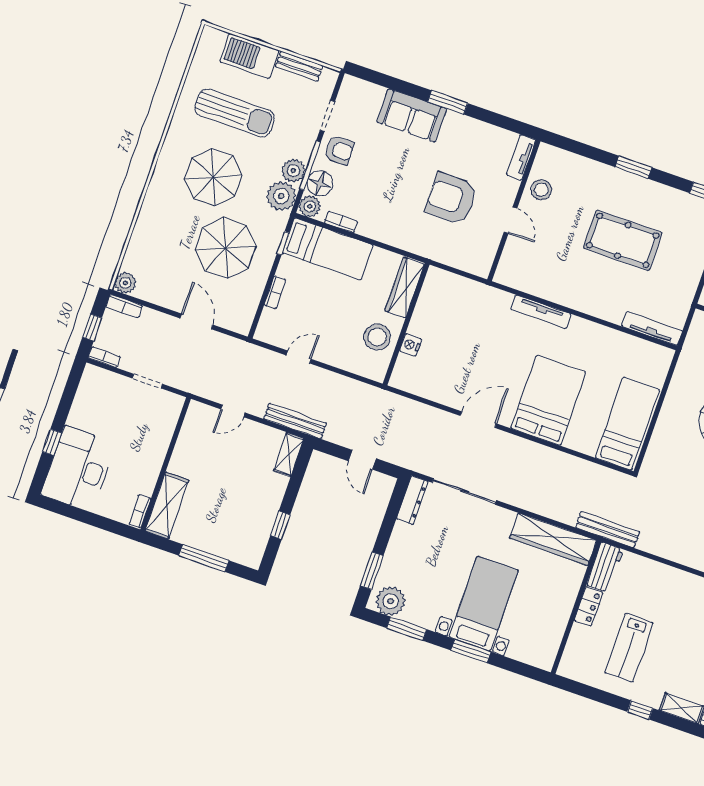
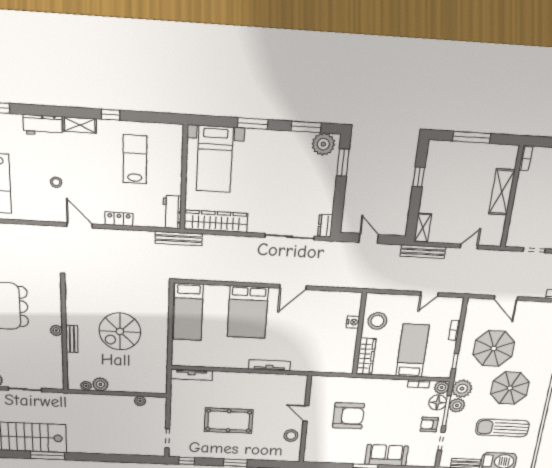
tv unit: (521, 157) -> (309, 450), removed
bed: (328, 249) -> (412, 351), moved, turned 90
dresser: (412, 500) -> (325, 226), width x0.70
shelving: (167, 506) -> (502, 192), moved
bed with nightstands: (484, 604) -> (215, 159), moved
locker: (589, 606) -> (119, 219), moved, turned 90

